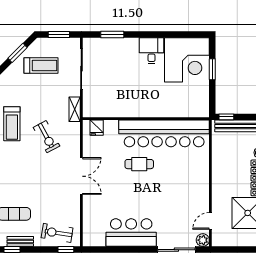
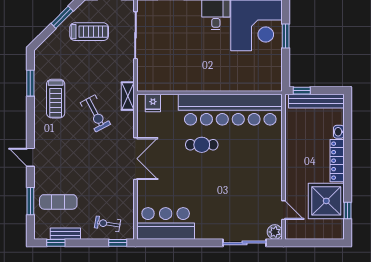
shelving: (75, 109) -> (128, 96), moved
door: (210, 221) -> (284, 210), swing flipped
exercise bike: (57, 233) -> (107, 224), width x0.73, depth x0.72
bar counter: (131, 233) -> (166, 223), moved

